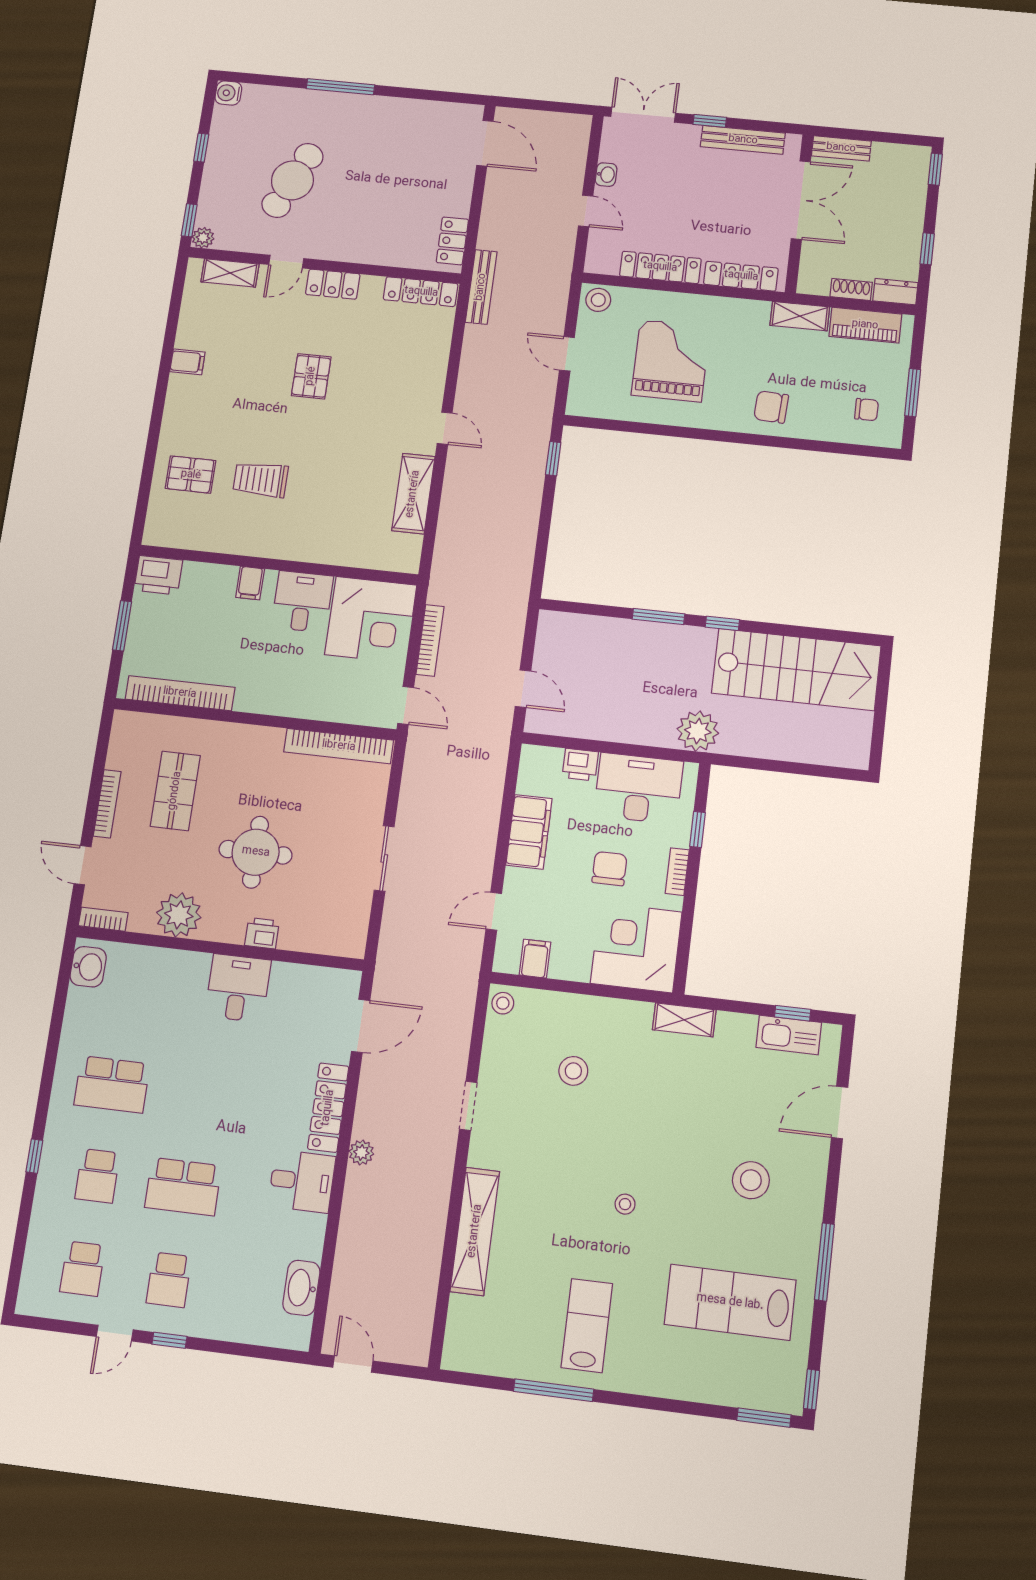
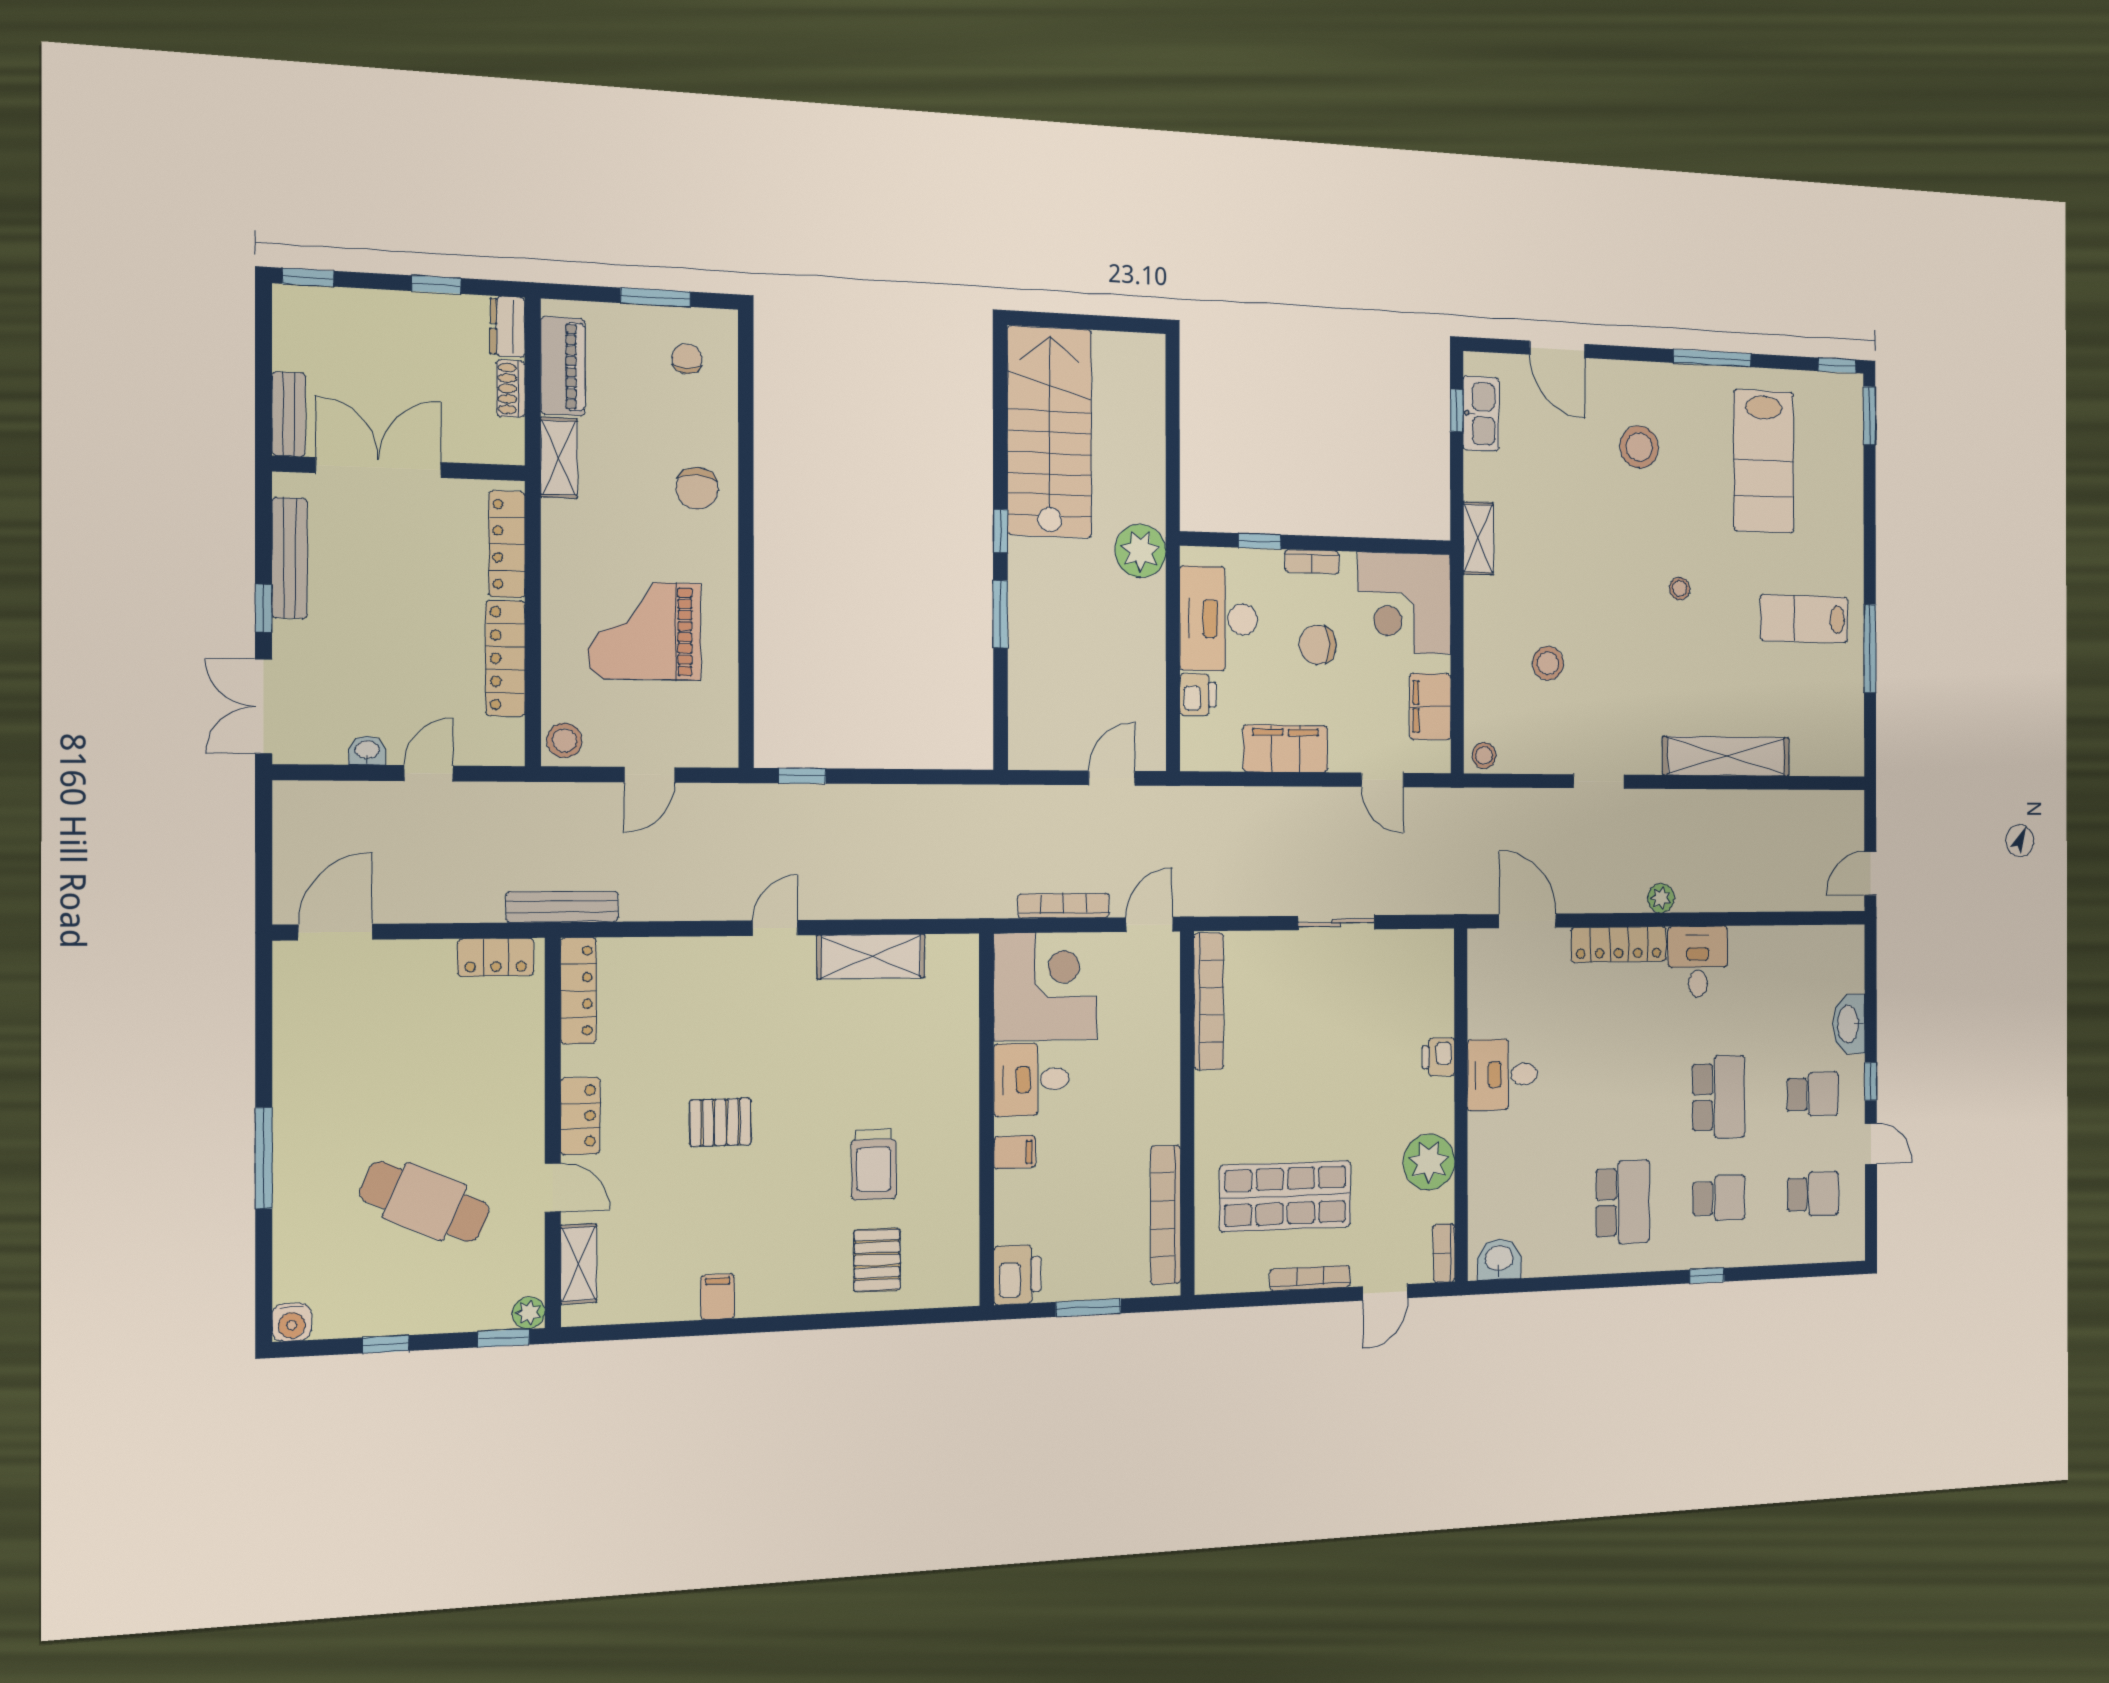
shop shelf: (175, 791) -> (1285, 1196), width x1.43, depth x1.36
round table: (256, 852) -> (1347, 1082), removed
filing cabinet: (535, 959) -> (1430, 707), width x2.00
washbasin: (301, 1288) -> (1849, 1024), moved, turned 90

